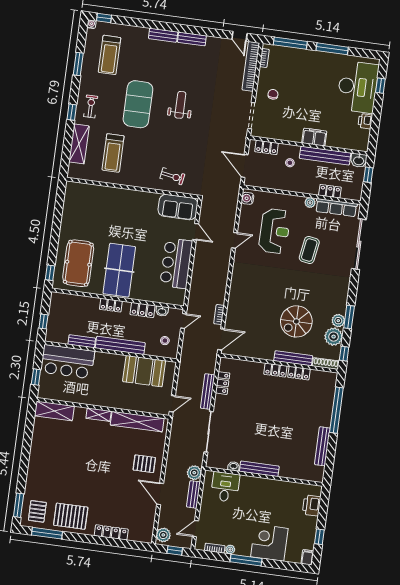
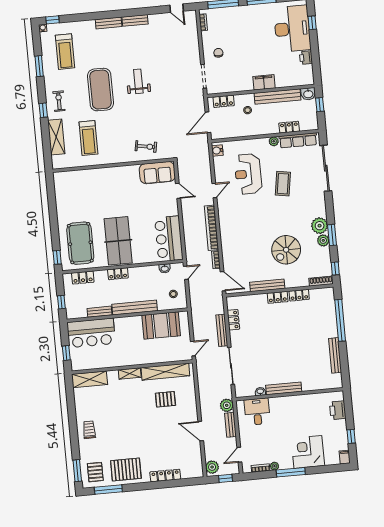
bookcase: (251, 66) -> (211, 228), moved
door: (245, 166) -> (208, 122), hinge flipped
reception desk: (275, 231) -> (248, 174), turned 180
bar counter: (176, 263) -> (169, 239), moved
locker: (143, 310) -> (83, 278), moved
plant: (334, 337) -> (320, 226), moved
door: (221, 339) -> (223, 281), hinge flipped
bench: (293, 358) -> (267, 285), moved
pallet: (144, 464) -> (165, 399), moved
trolley: (41, 465) -> (89, 430), added

